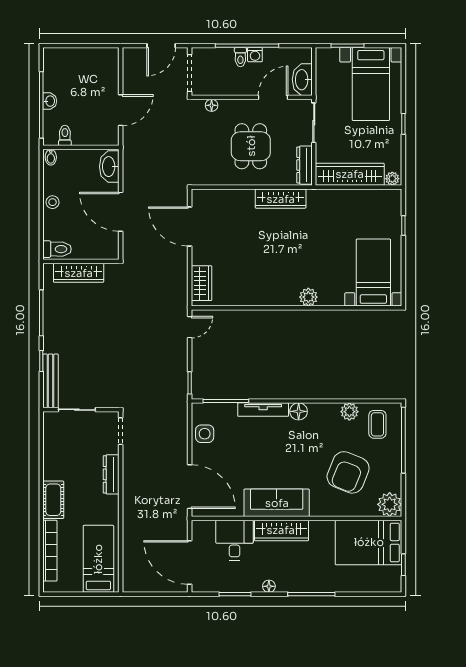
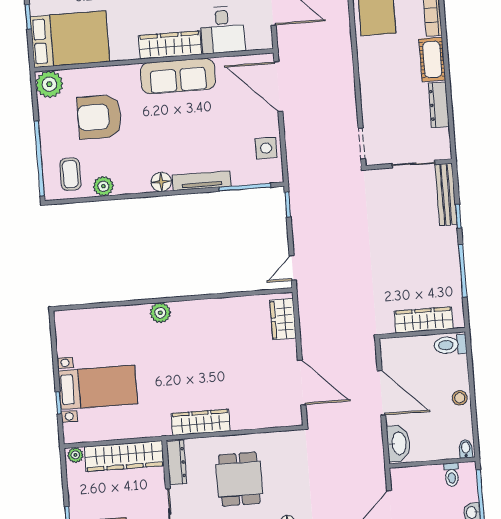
bed with nightstands: (373, 273) -> (98, 387), moved, turned -90
armchair: (348, 472) -> (99, 117), turned -112
dresser: (111, 474) -> (439, 105), moved, turned 180

